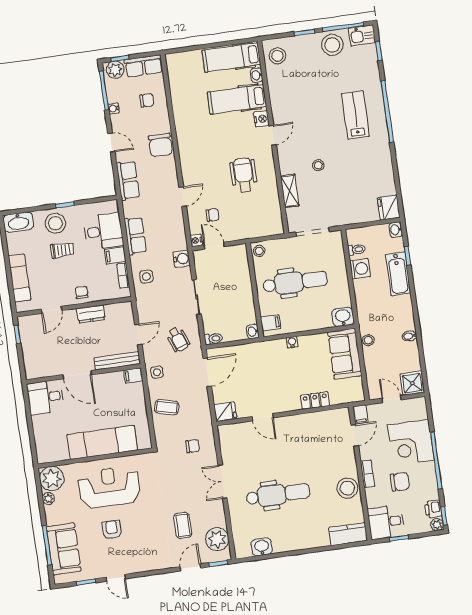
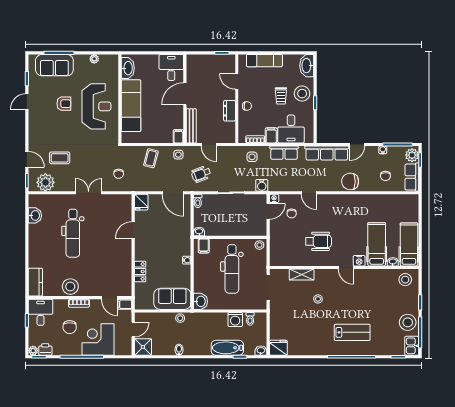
row of seats: (128, 180) -> (327, 153), width x1.48
washbasin: (54, 454) -> (128, 68), added
plant: (52, 479) -> (109, 64), removed

